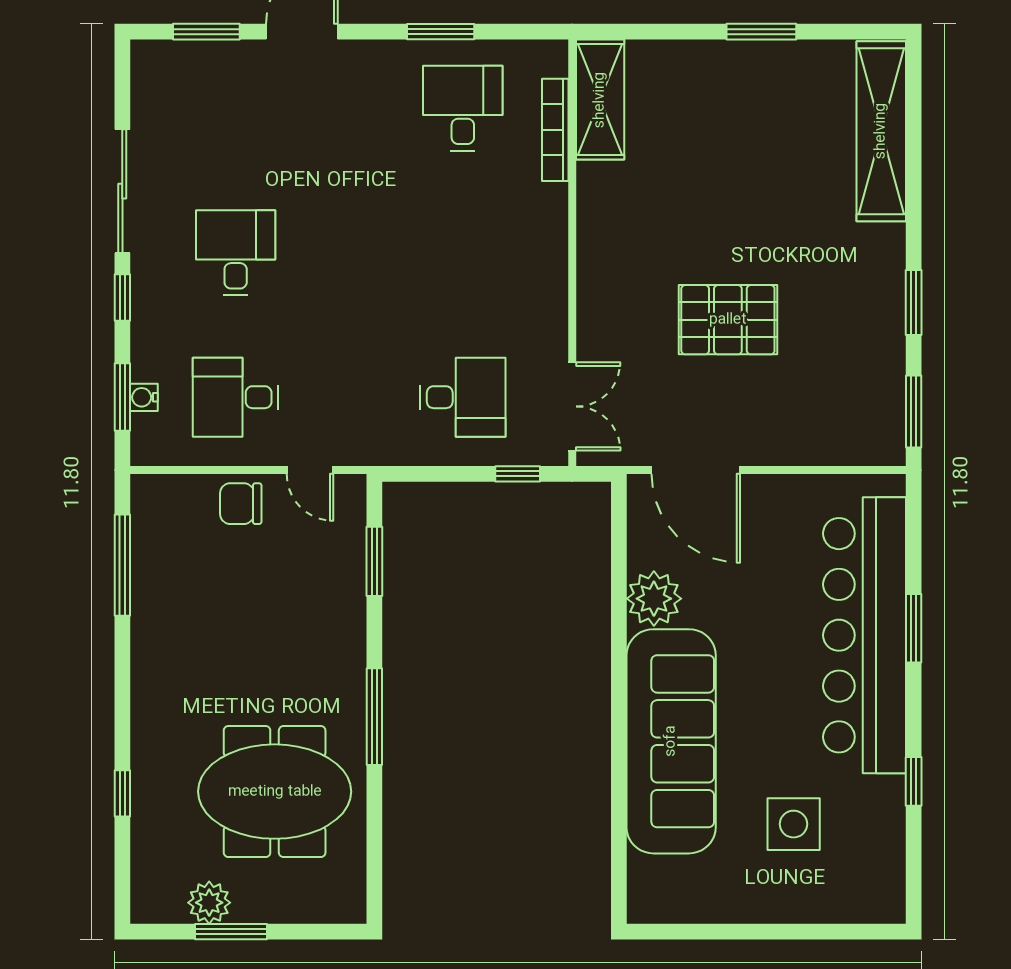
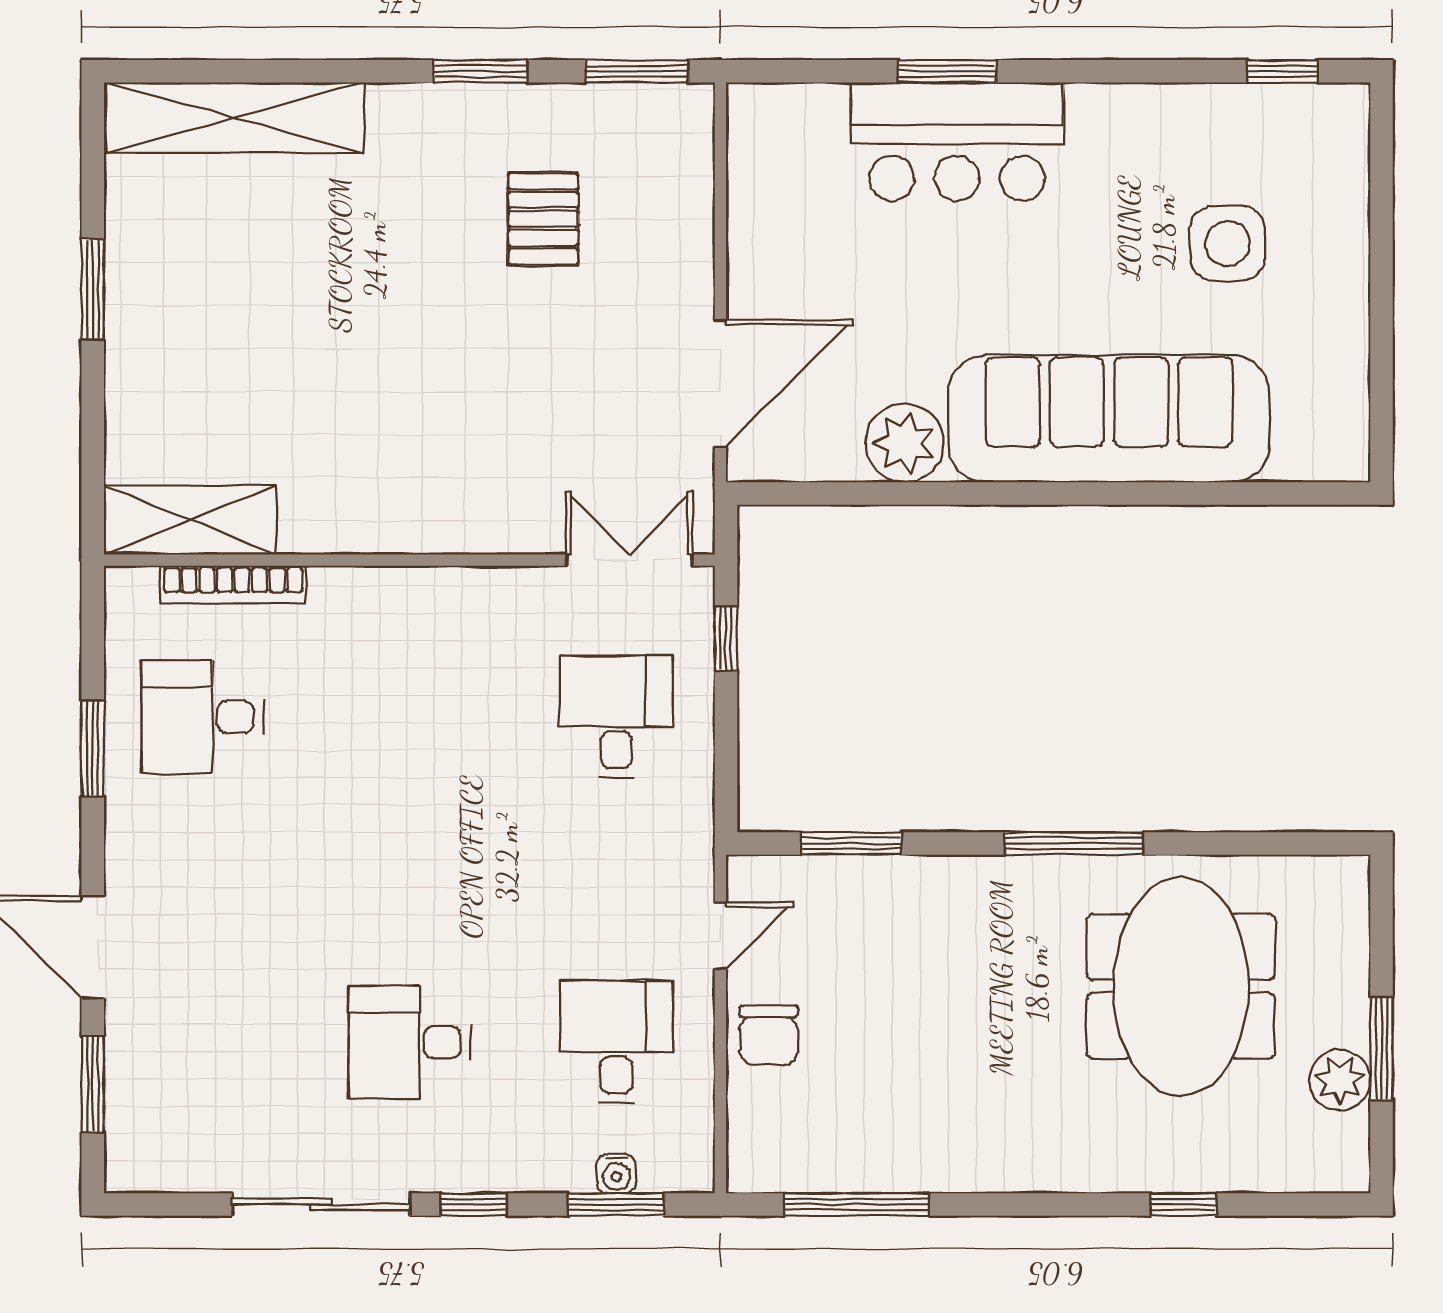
pallet: (728, 320) -> (543, 219), moved, width x0.67, depth x0.71
desk: (236, 397) -> (616, 1042), turned 180
bar counter: (865, 635) -> (957, 142), width x0.54
window: (914, 781) -> (1282, 71), moved

